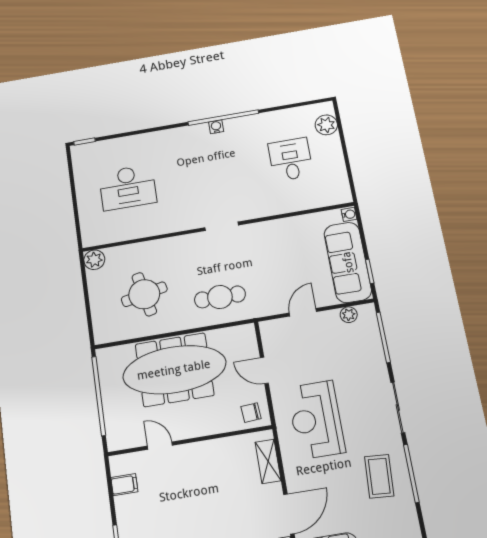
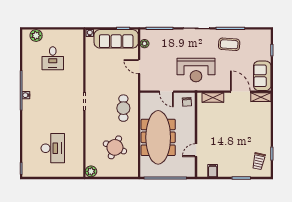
desk: (291, 159) -> (53, 58), turned -90
round table: (144, 294) -> (115, 147), turned 35
door: (264, 370) -> (166, 92), hinge flipped

